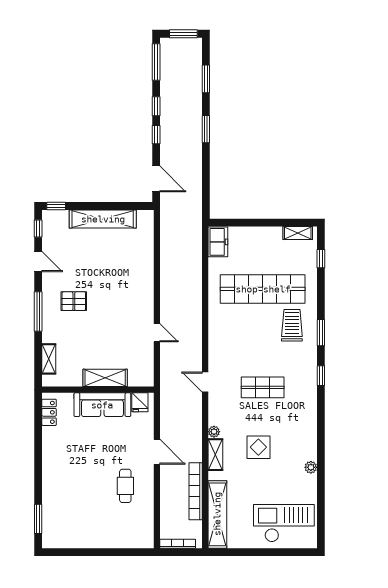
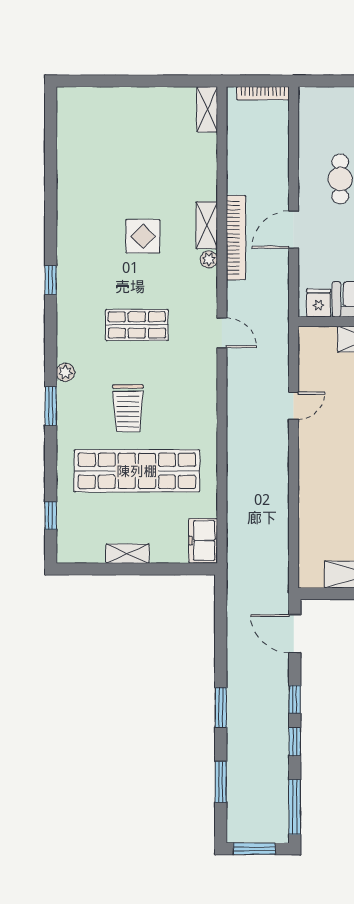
shelving: (298, 233) -> (127, 554), moved
trolley: (292, 325) -> (128, 408), moved
door: (157, 333) -> (294, 406), swing flipped
window: (321, 376) -> (51, 280), moved
door: (157, 452) -> (294, 230), hinge flipped
plant: (311, 467) -> (65, 372), moved
bookcase: (196, 491) -> (236, 238), moved
shelving: (217, 514) -> (207, 109), width x0.45, depth x0.75
checkout: (284, 523) -> (105, 124), removed

